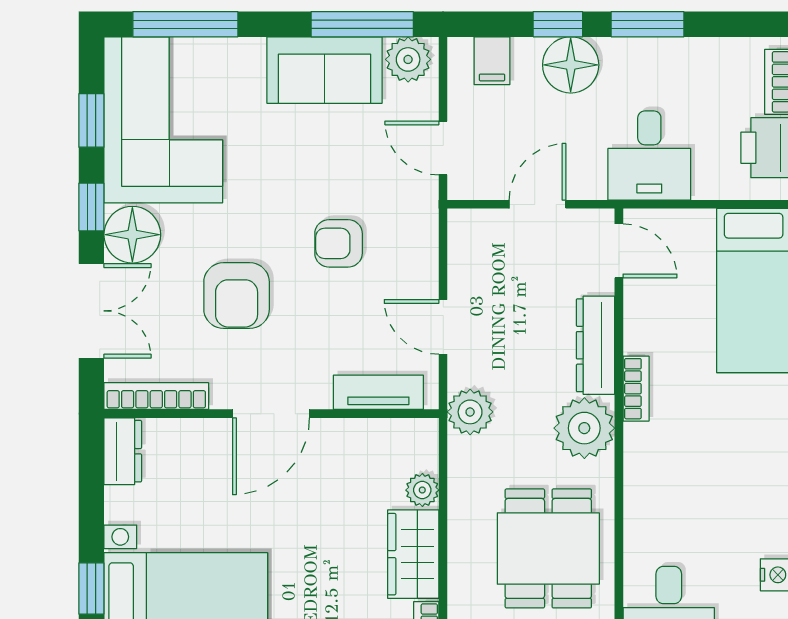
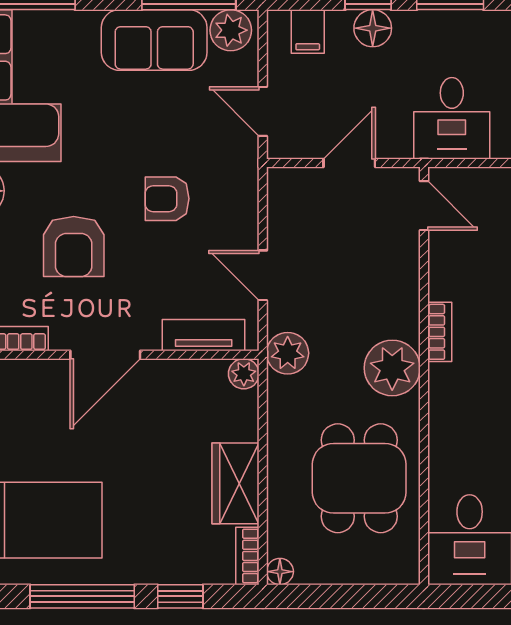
floor lamp: (571, 65) -> (373, 28), width x0.73, depth x0.73
dresser: (596, 345) -> (402, 292), removed
plant: (422, 490) -> (244, 374), moved

